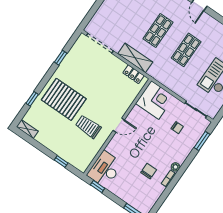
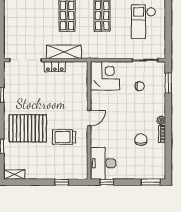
locker: (133, 74) -> (55, 67), moved

